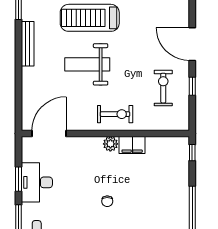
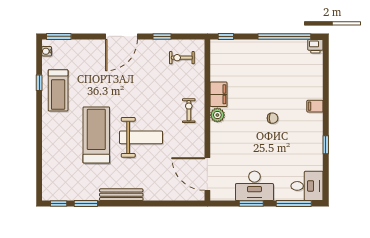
treadmill: (90, 18) -> (96, 135), turned 180
weight bench: (87, 64) -> (141, 137), turned -90
exercise bike: (163, 88) -> (182, 58), moved, width x0.73, depth x0.72
exercise bike: (115, 114) -> (189, 111), width x0.73, depth x0.72

